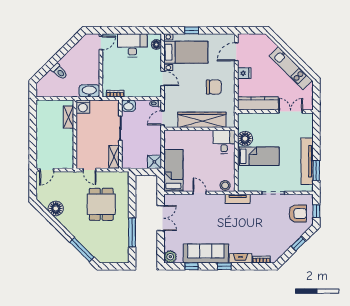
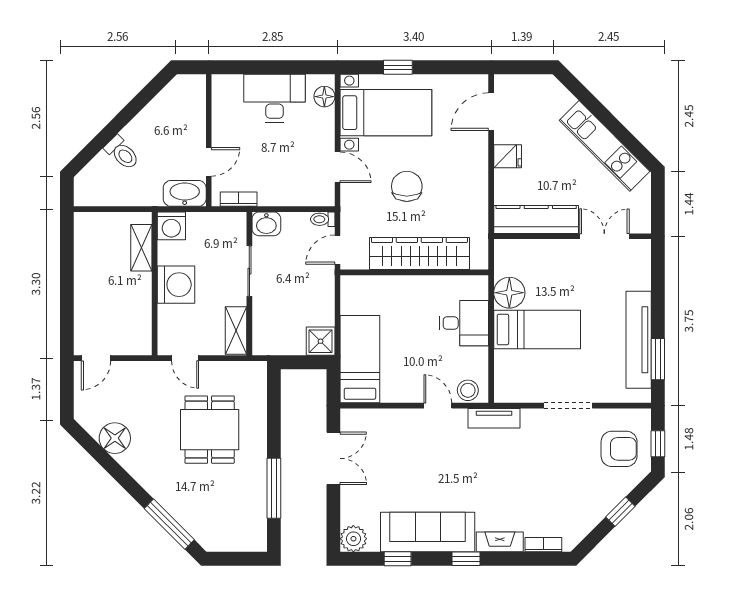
door: (101, 43) -> (209, 162), moved
chair: (214, 87) -> (407, 186), moved, turned -90
washing machine: (85, 135) -> (176, 285), added
desk: (224, 142) -> (464, 323), moved, turned 90
door: (200, 193) -> (438, 406), moved

